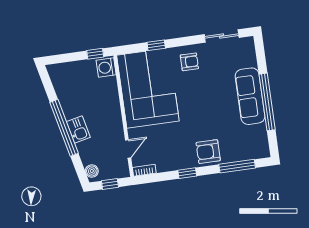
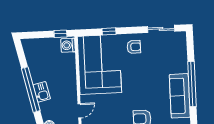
sofa: (250, 96) -> (180, 96), moved

